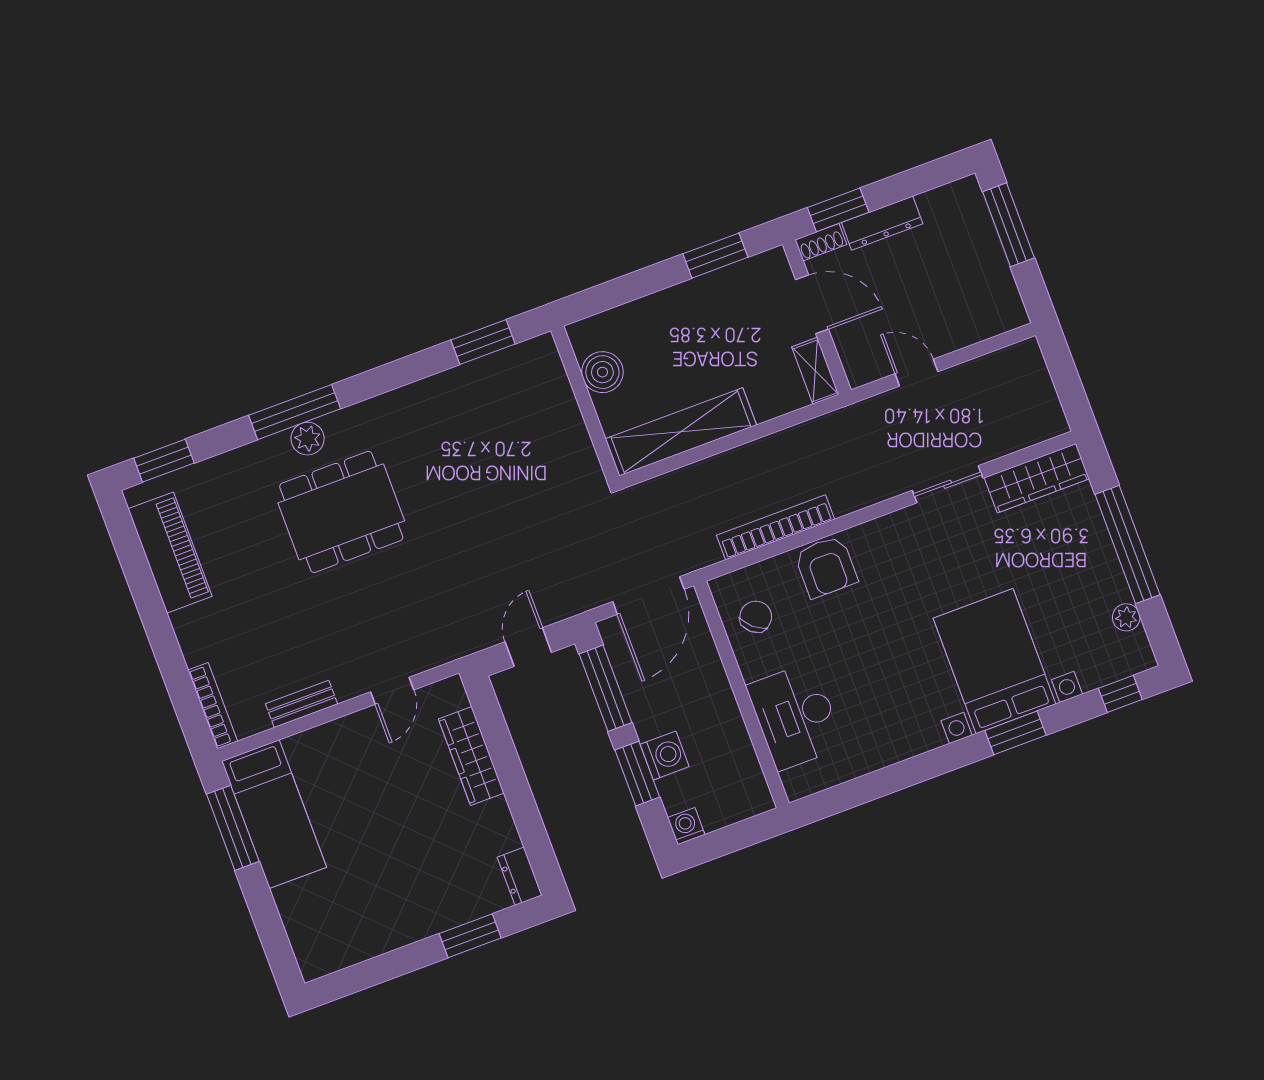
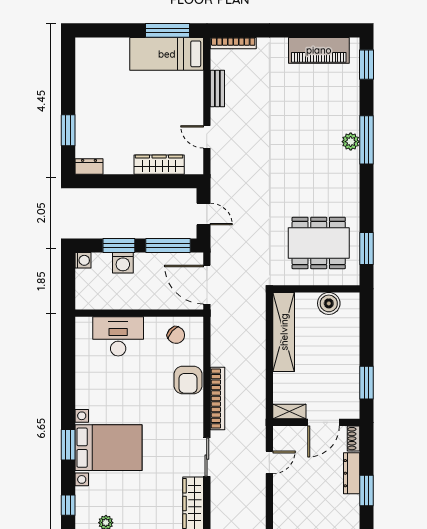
window: (838, 210) -> (367, 491), moved
dining table: (341, 512) -> (319, 243), moved, turned 90
bookcase: (775, 527) -> (218, 399), moved
armchair: (826, 567) -> (188, 380), turned -90

